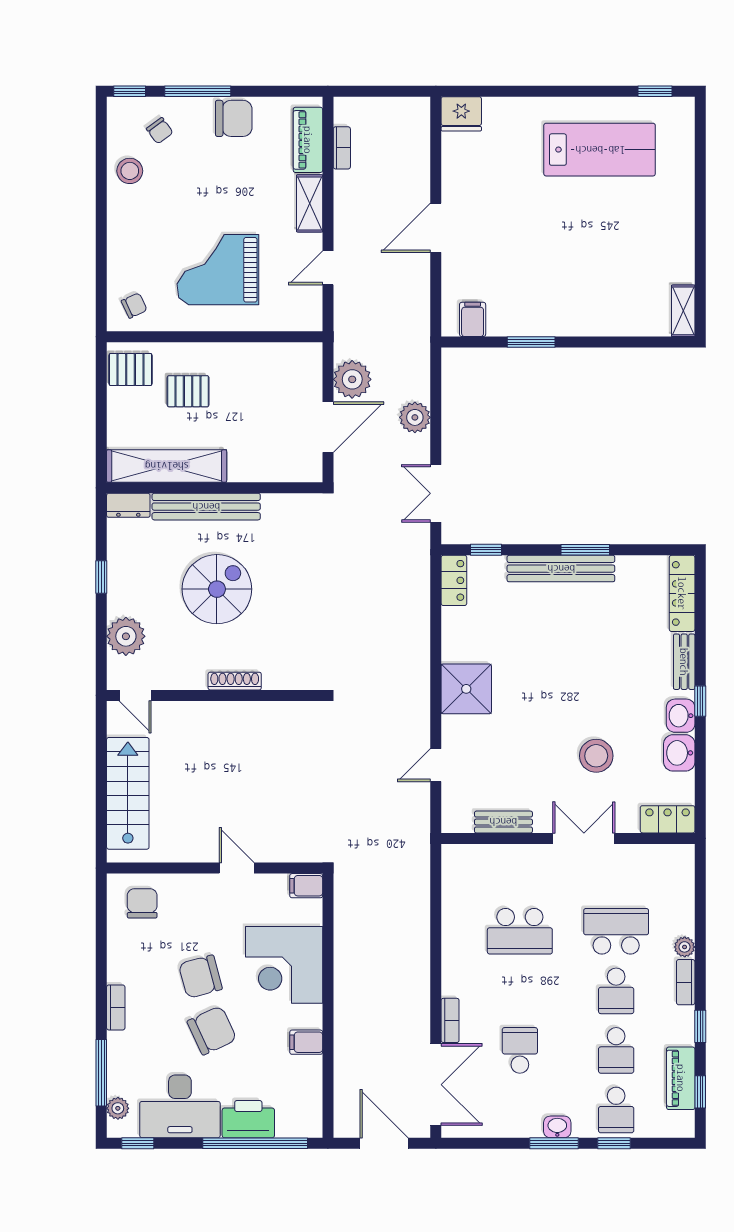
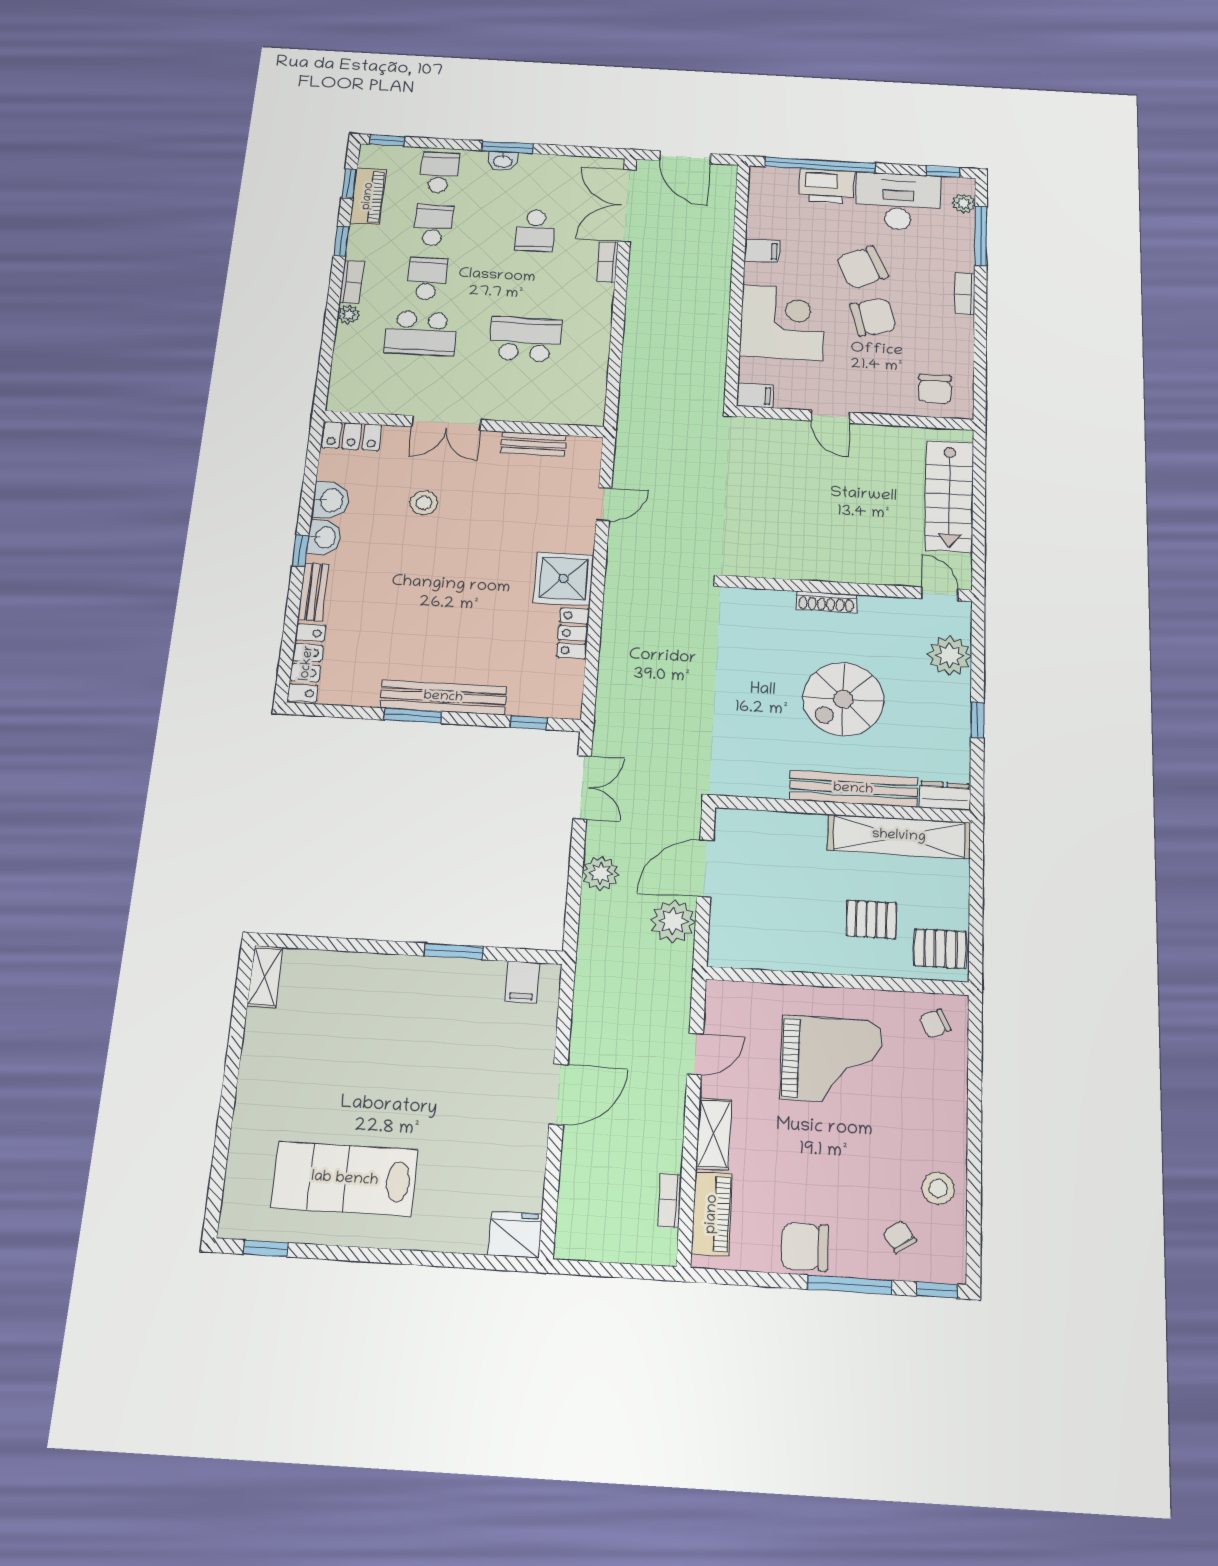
locker: (454, 580) -> (573, 633), moved
stool: (596, 756) -> (424, 503), width x0.73, depth x0.73
window: (614, 1143) -> (387, 140), moved

